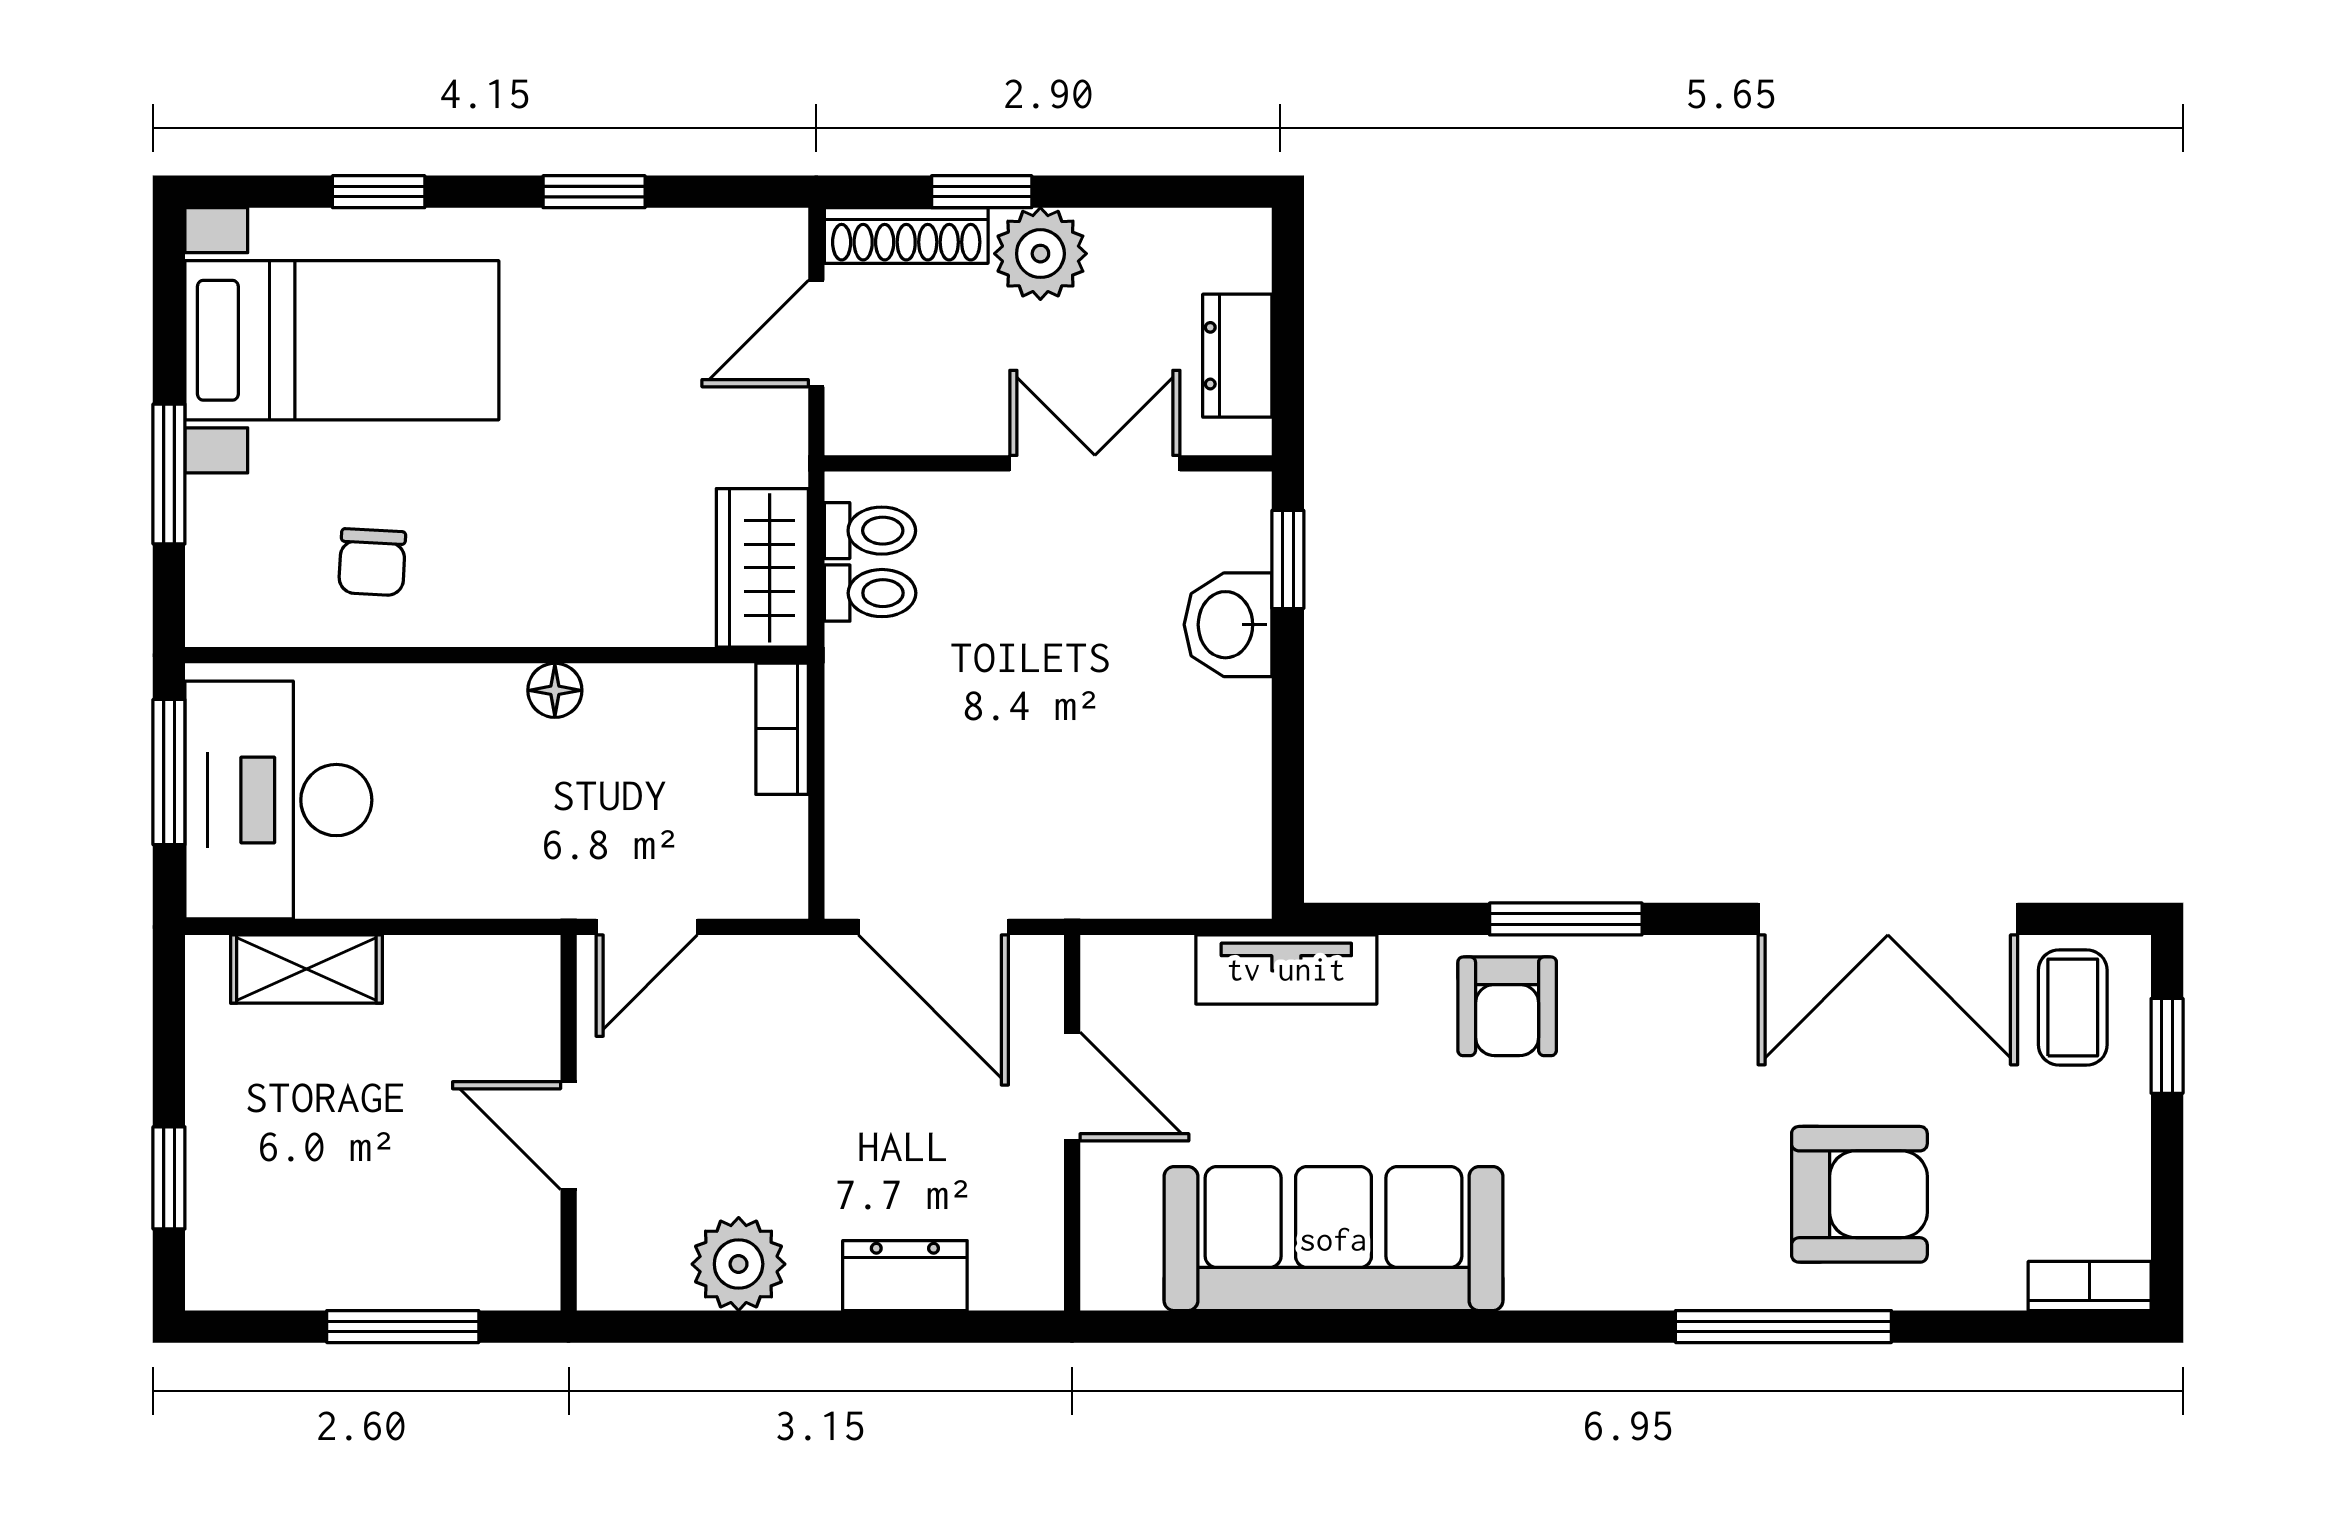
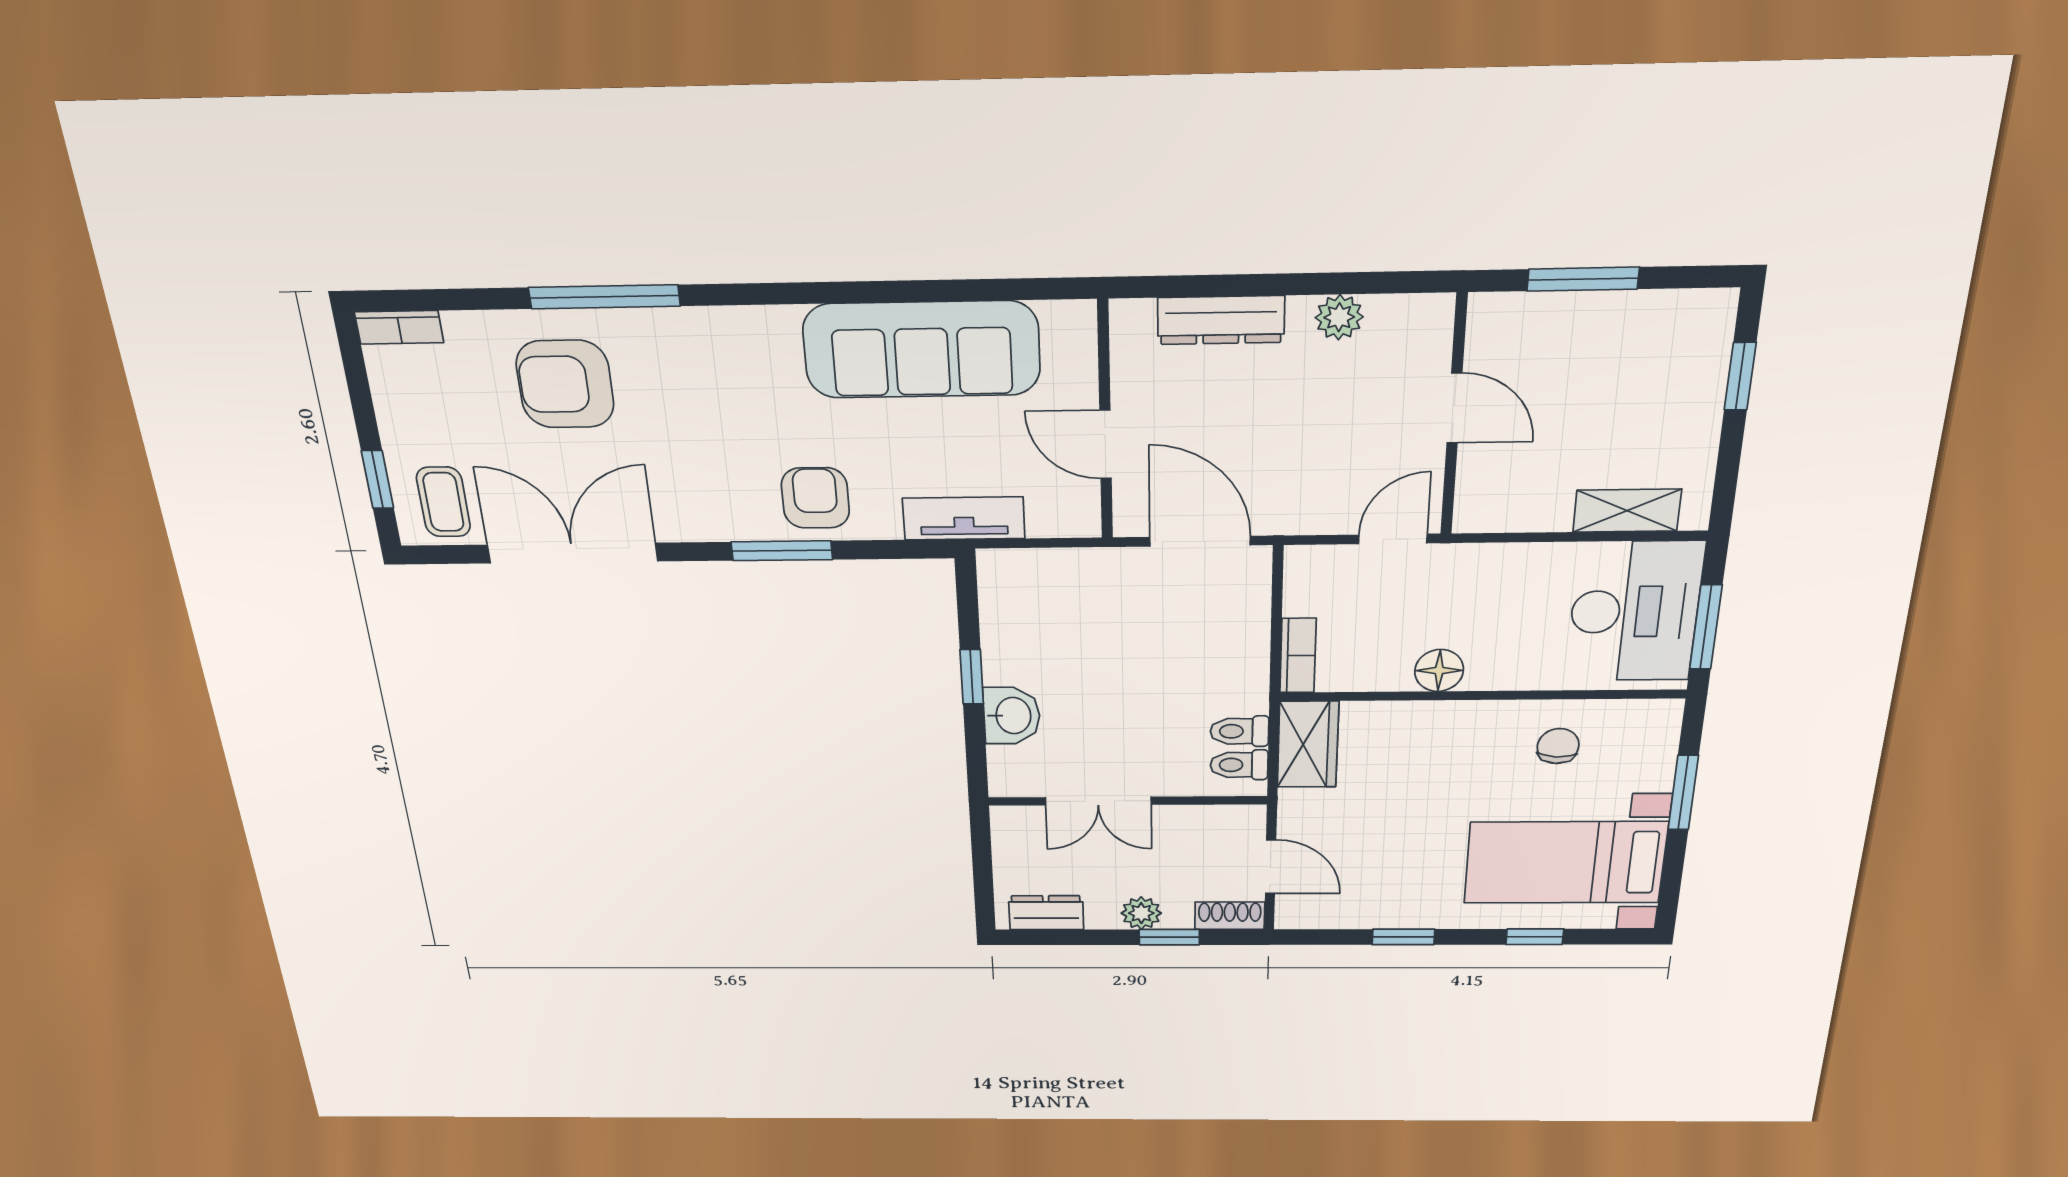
shoe rack: (906, 235) -> (1230, 916), width x0.70
plant: (1040, 254) -> (1141, 913), width x0.73, depth x0.73
door: (816, 334) -> (1271, 867), hinge flipped
dresser: (1237, 356) -> (1046, 913), moved, turned -90
window: (1288, 559) -> (972, 677), moved
floor lamp: (555, 690) -> (1439, 670), width x1.37, depth x1.37
plant: (739, 1264) -> (1339, 317), width x0.73, depth x0.73
dresser: (905, 1276) -> (1221, 320), width x1.44

